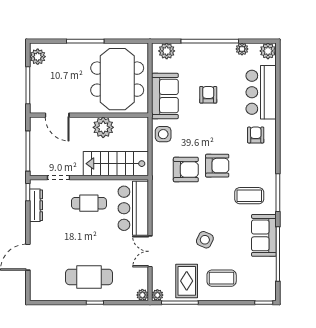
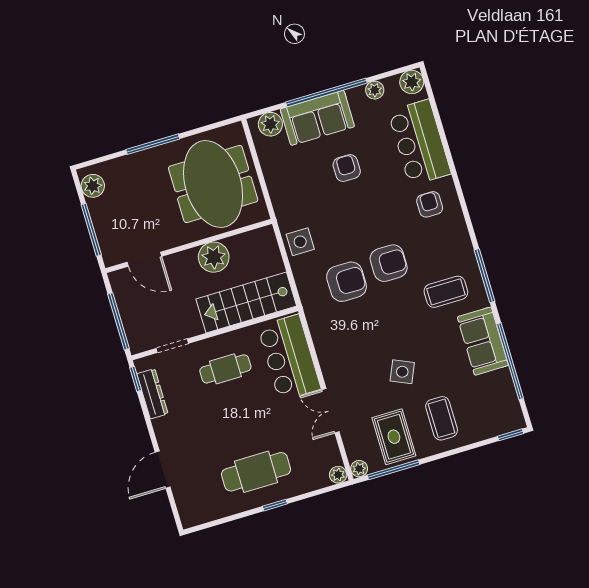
sofa: (165, 96) -> (317, 118), moved, turned 90
coffee table: (222, 278) -> (442, 418), turned 90

